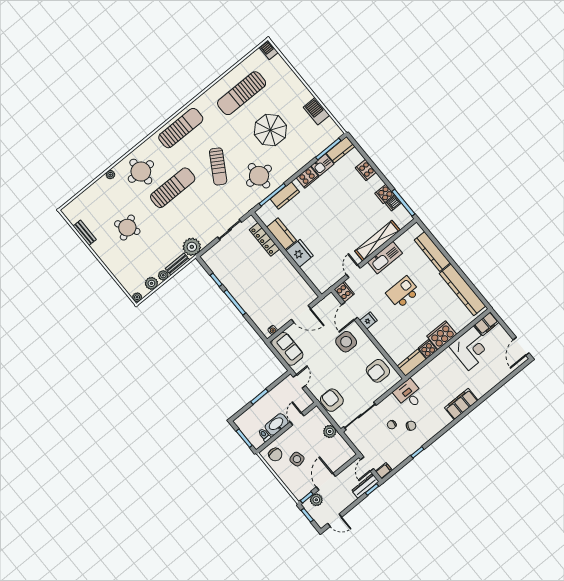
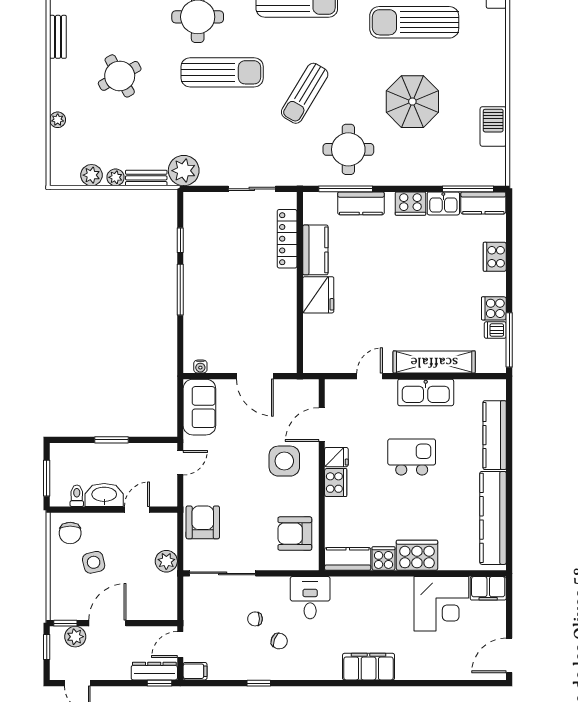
cooker: (344, 292) -> (336, 483), moved
plant: (137, 297) -> (58, 120), moved

